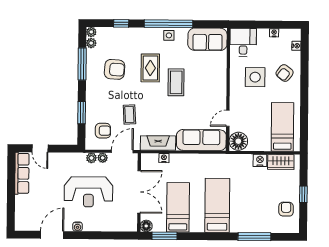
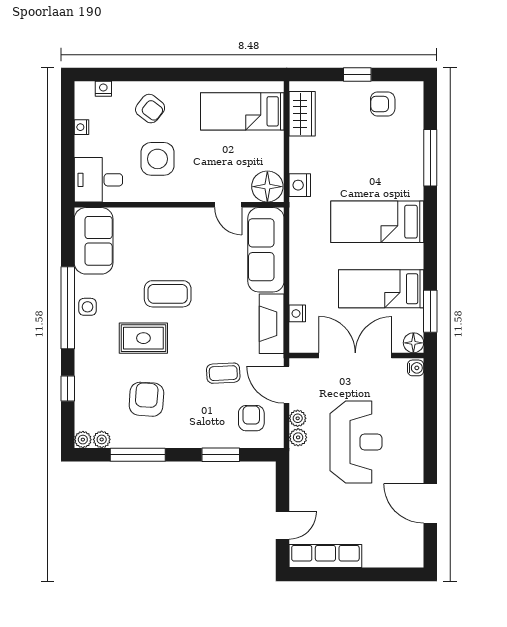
nightstand: (260, 160) -> (300, 185), moved
water cooler: (78, 227) -> (416, 368), moved

